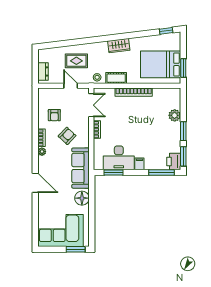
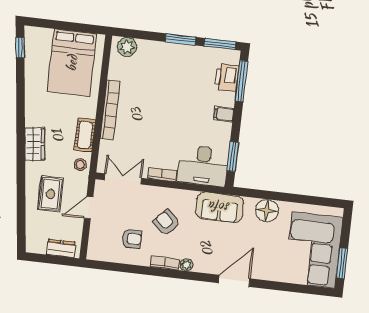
wardrobe: (119, 46) -> (35, 144), moved
window: (183, 68) -> (81, 28), removed
plant: (175, 115) -> (127, 47), moved
desk: (119, 158) -> (203, 166), moved, turned 90
printer: (174, 162) -> (227, 77), moved, turned 90
sofa: (81, 168) -> (219, 207), width x0.73
window: (76, 249) -> (342, 263), moved

